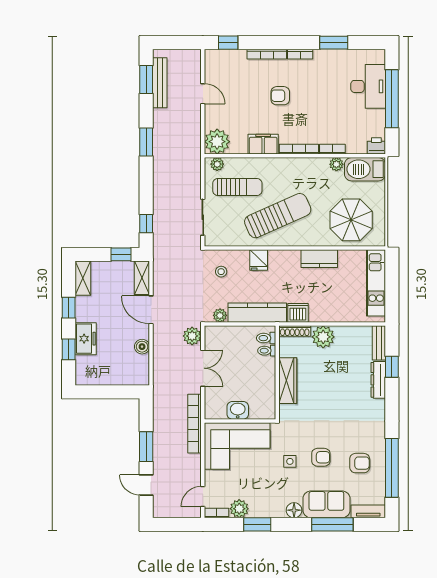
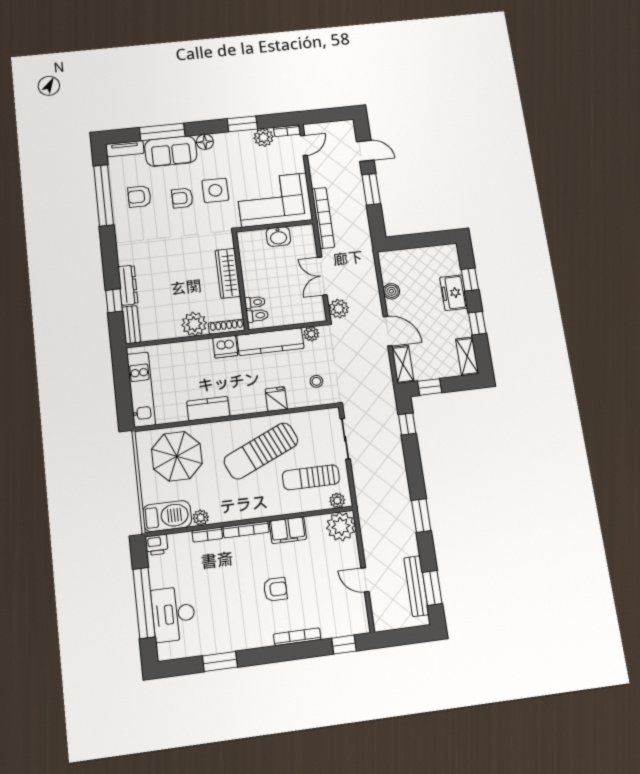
bookcase: (300, 54) -> (258, 642), removed
side table: (290, 461) -> (215, 190), width x1.87, depth x1.87

